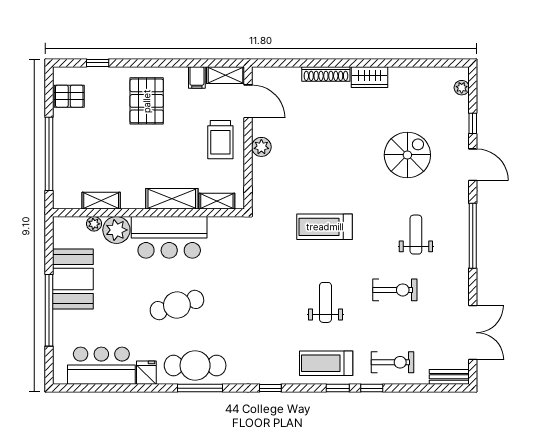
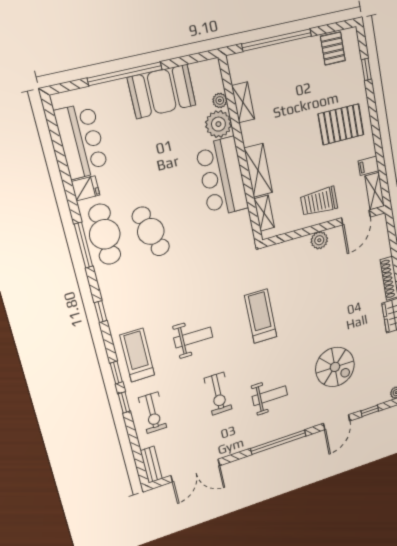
cafe table: (177, 305) -> (151, 231), moved

